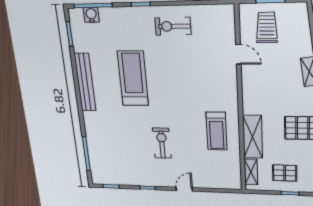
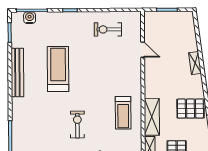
exercise bike: (173, 26) -> (108, 29), moved
trolley: (267, 28) -> (164, 29), removed

